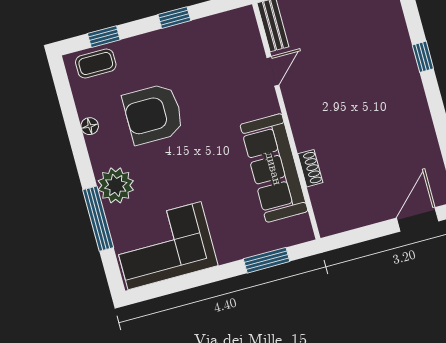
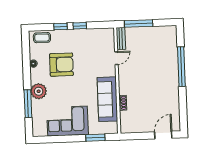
window: (104, 37) -> (60, 27), moved
window: (423, 57) -> (181, 67), width x3.17
armchair: (153, 114) -> (61, 65), turned 180
corner sofa: (164, 246) -> (68, 121), moved

